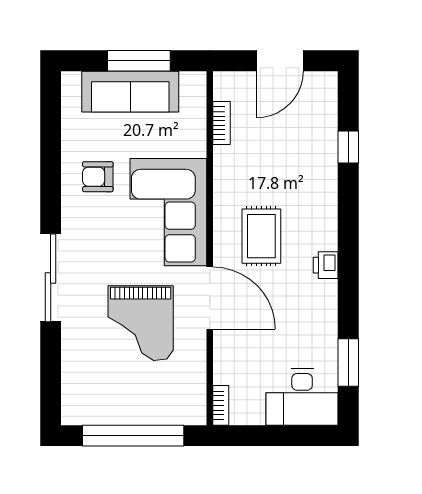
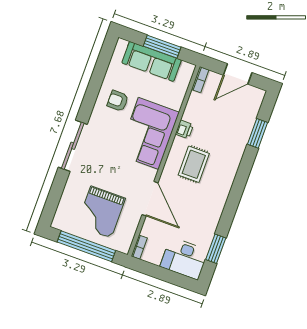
bookcase: (221, 123) -> (200, 80), moved
window: (348, 147) -> (258, 133), width x1.50
printer: (326, 265) -> (184, 129), moved, turned 180
door: (210, 298) -> (150, 199), moved
grand piano: (141, 323) -> (101, 212), moved

